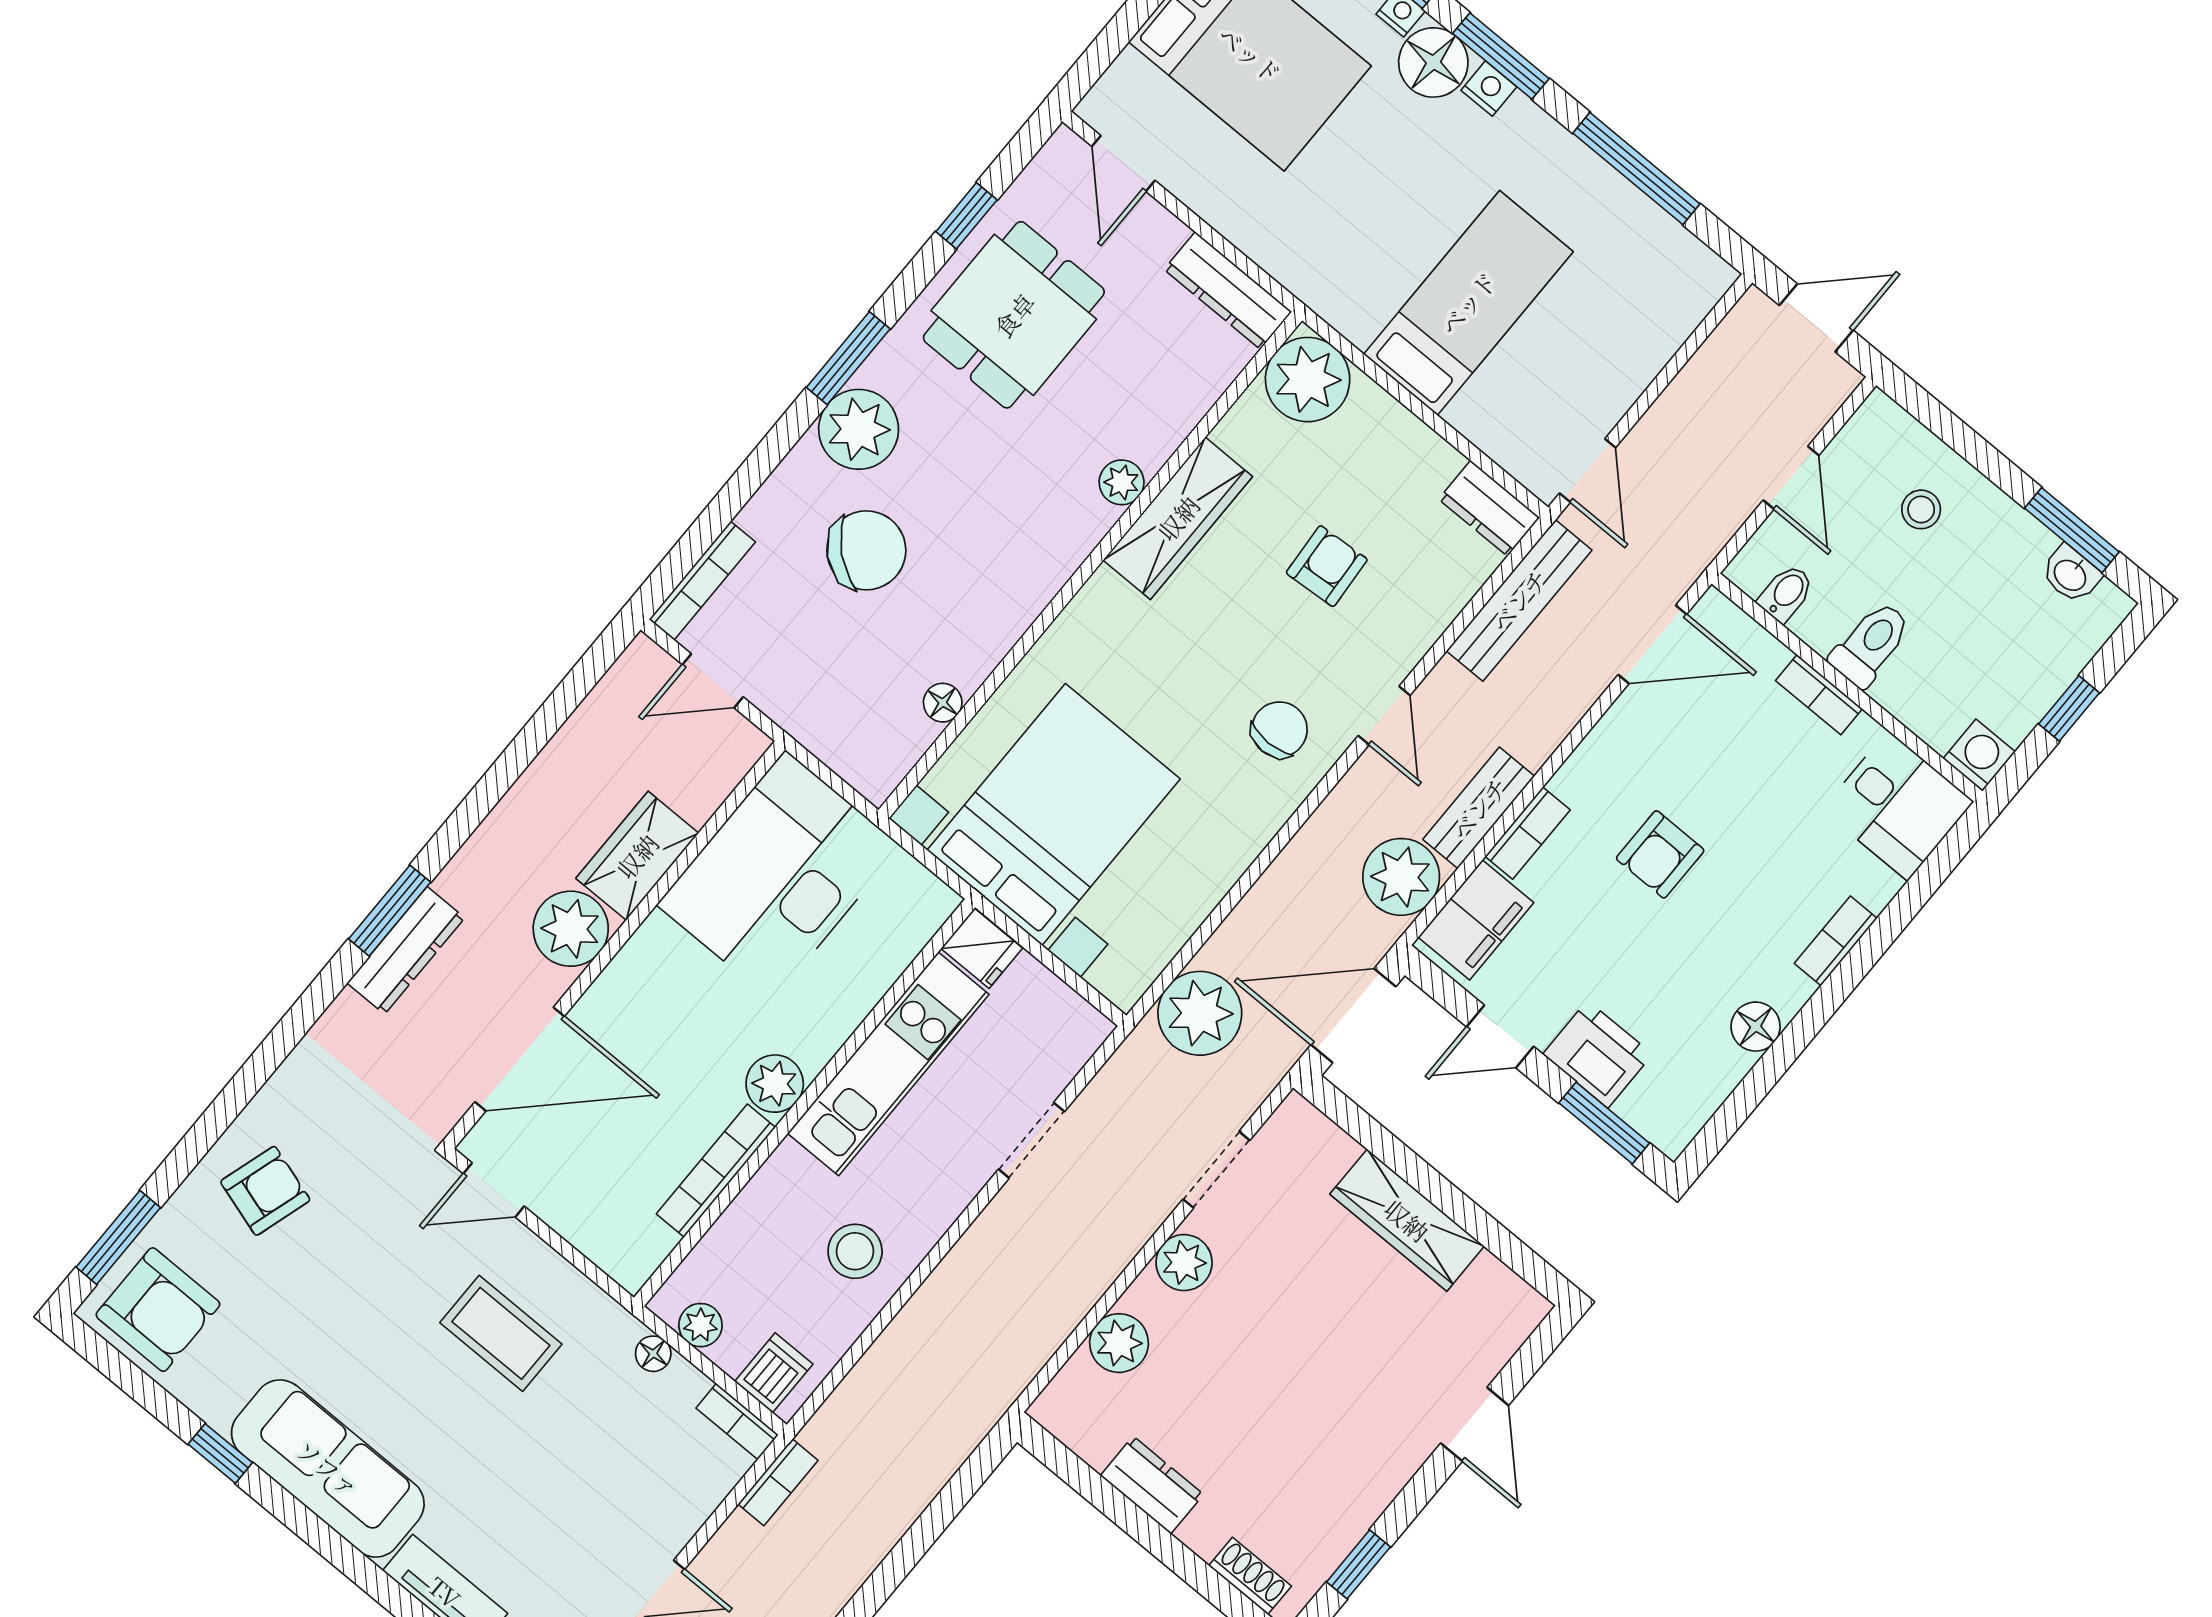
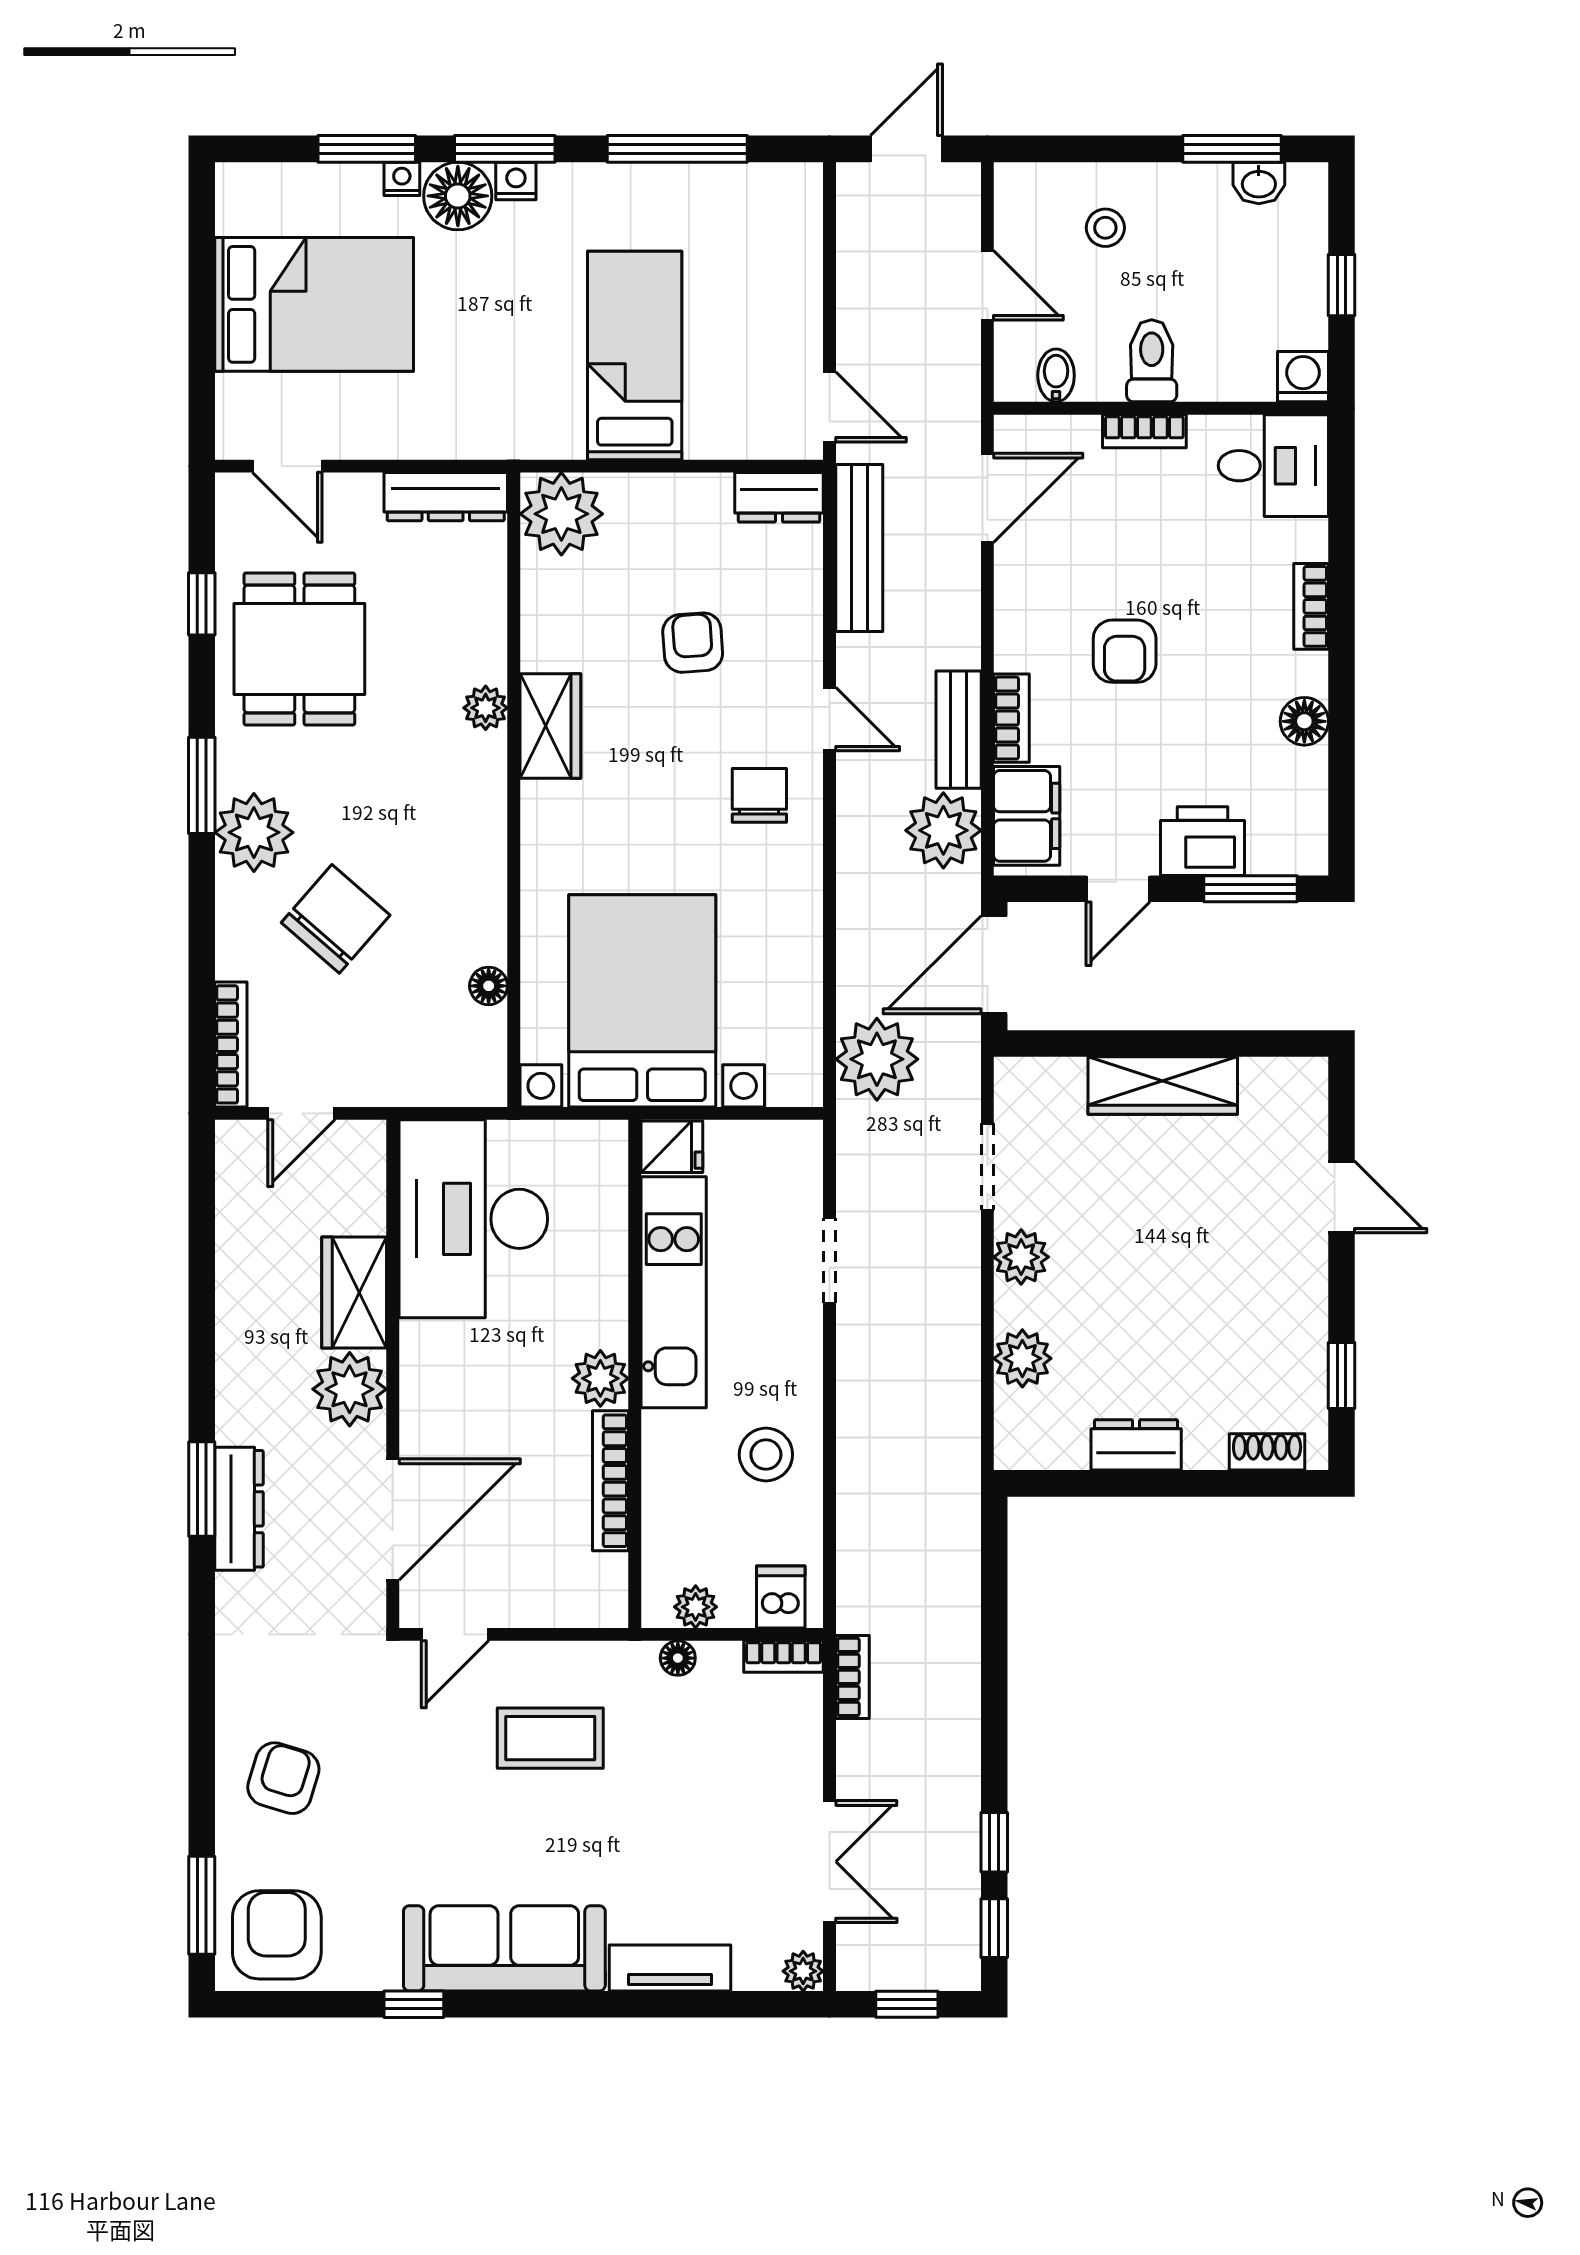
wardrobe: (1178, 518) -> (550, 726), width x0.67
armchair: (158, 1310) -> (277, 1935), turned -90

